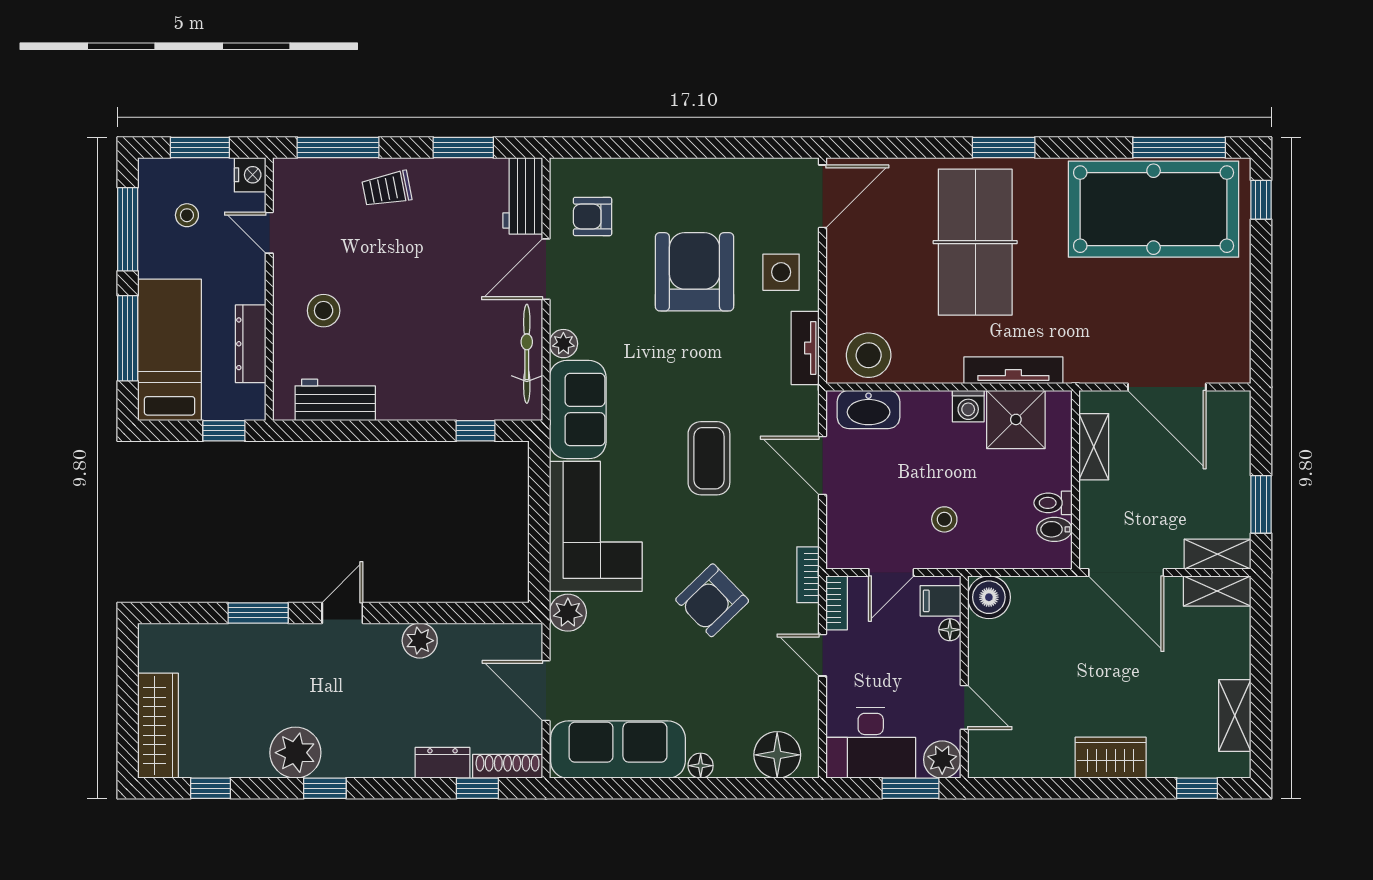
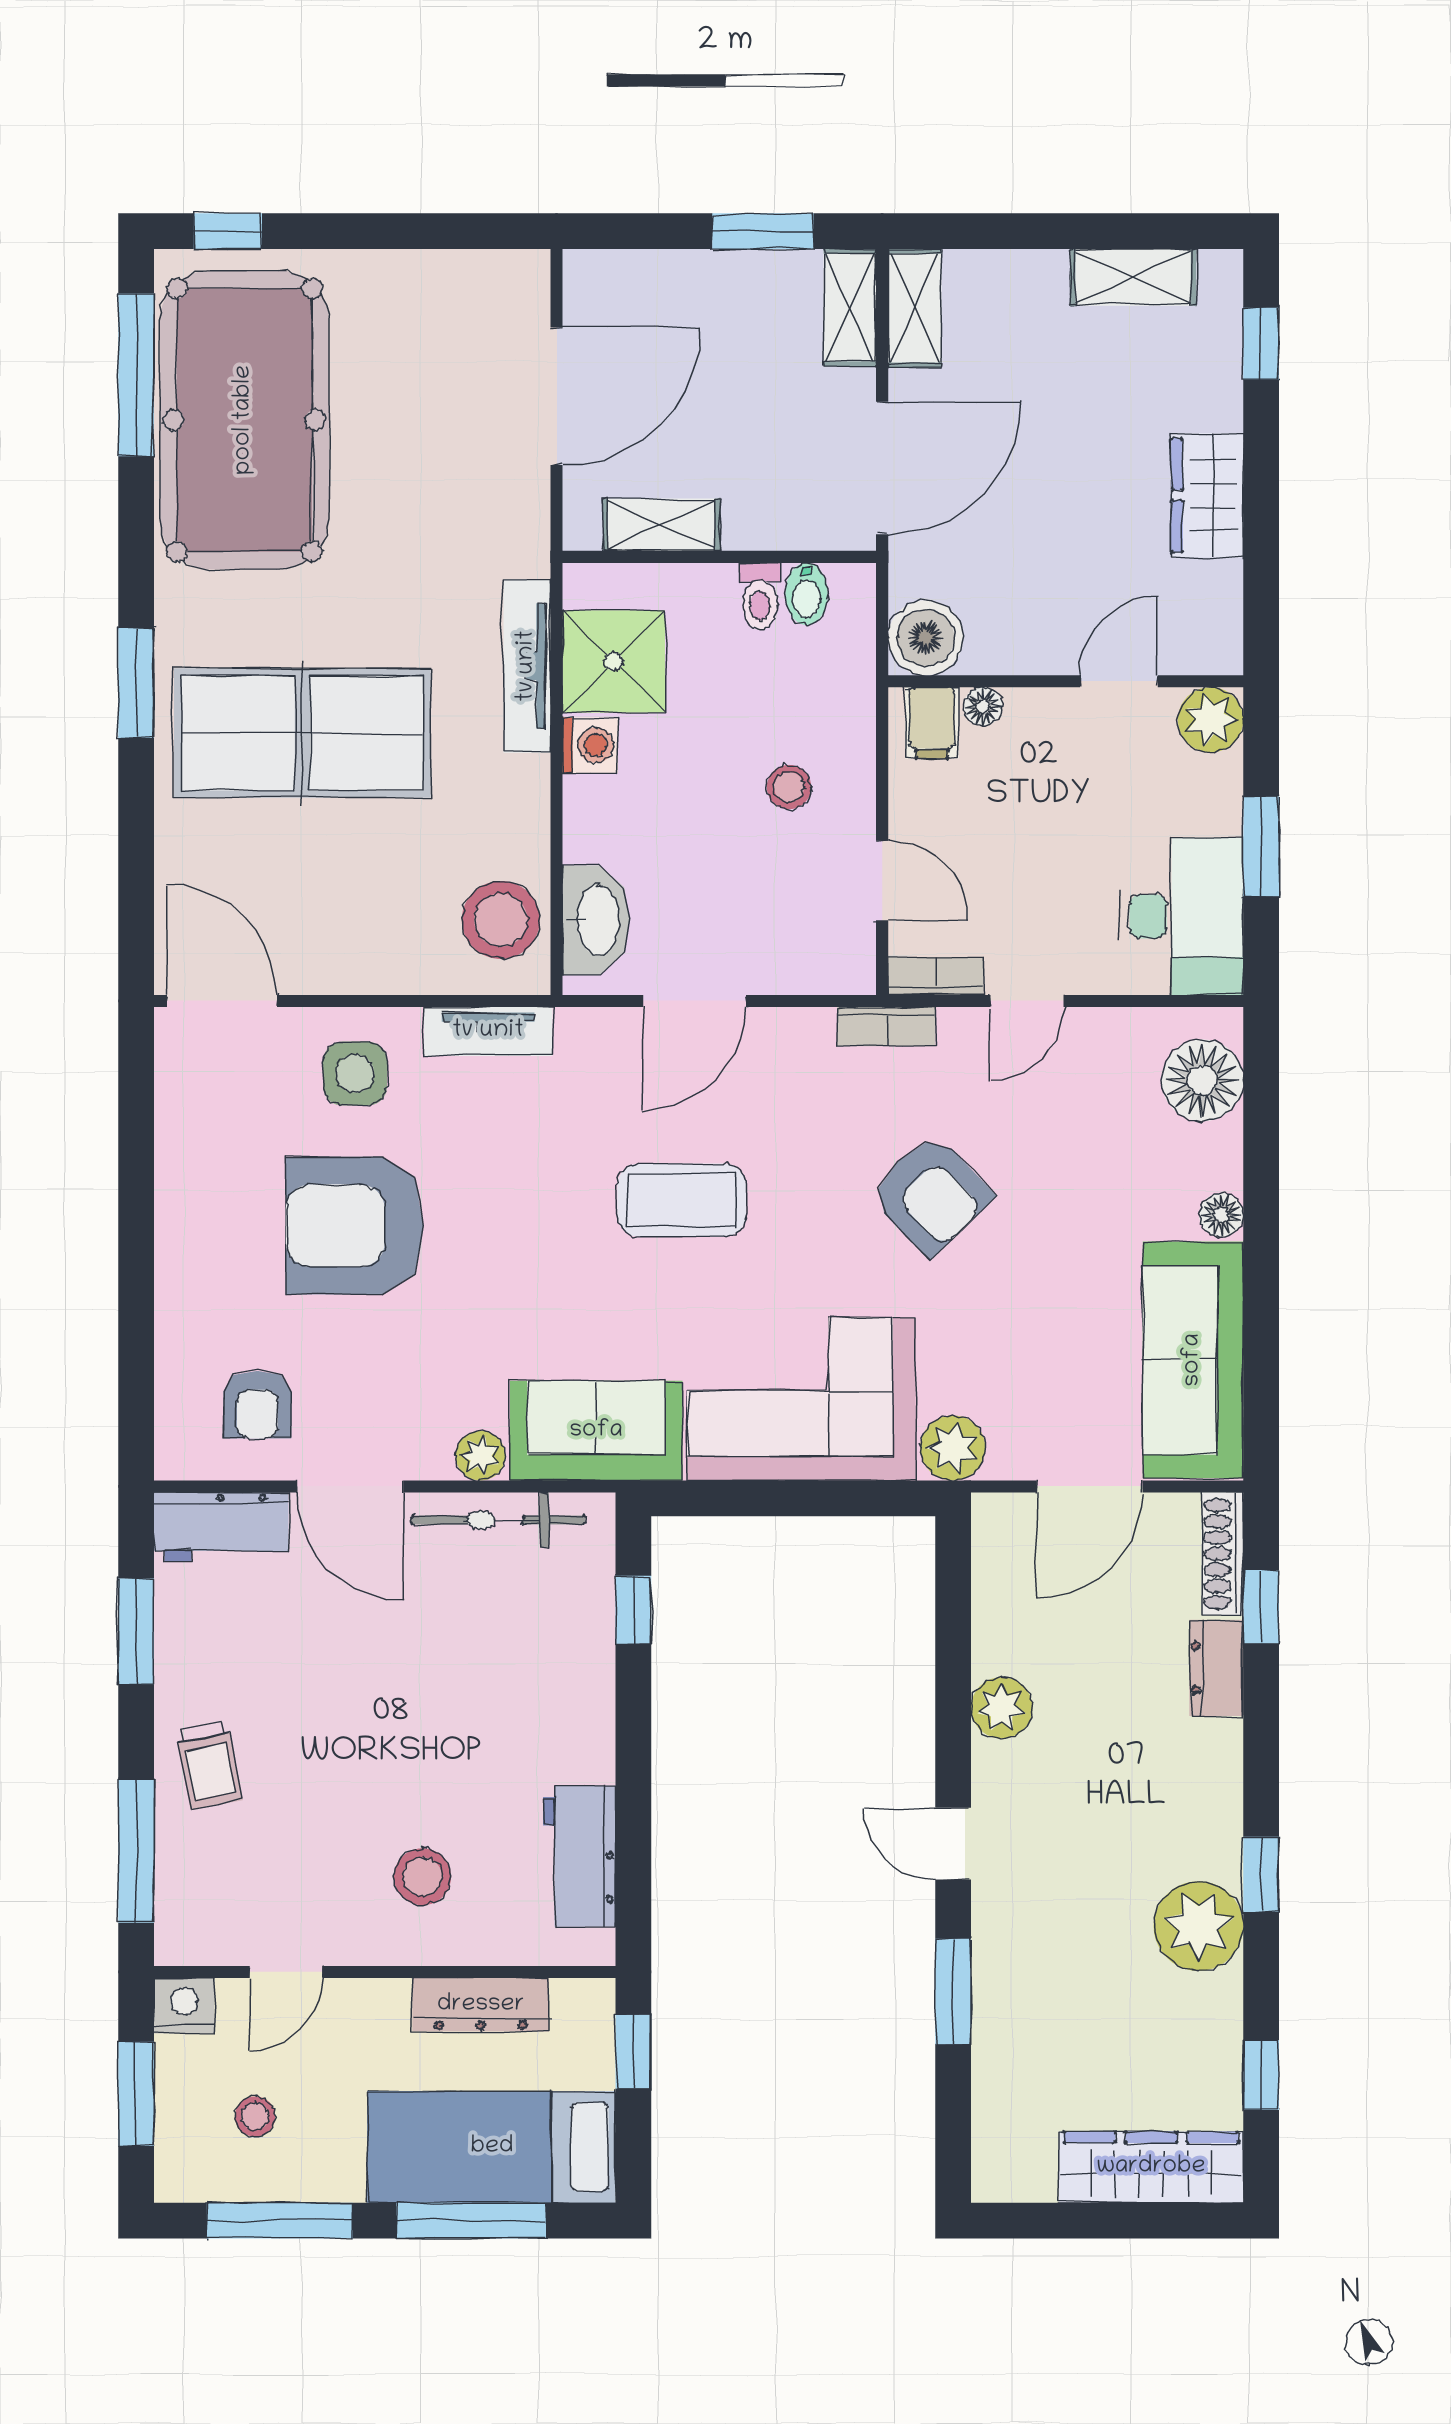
boiler: (989, 597) -> (926, 638), moved
filing cabinet: (940, 601) -> (932, 723), moved
floor lamp: (950, 630) -> (983, 706), moved
wall: (964, 677) -> (1066, 681), moved
door: (964, 707) -> (1119, 681), moved
plant: (942, 760) -> (1211, 720), moved

